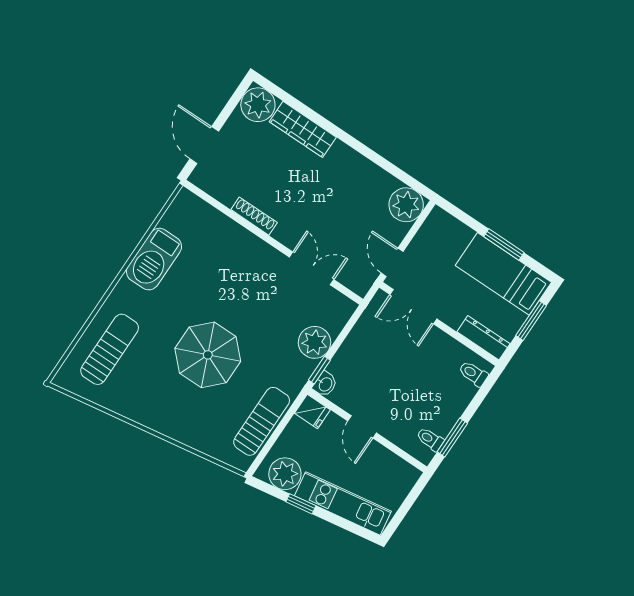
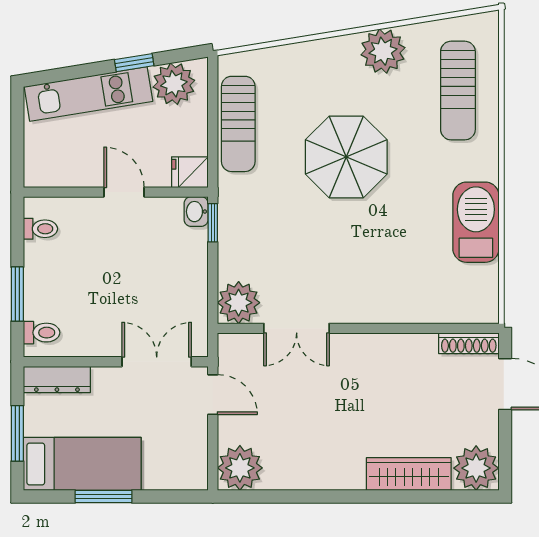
shoe rack: (254, 216) -> (469, 343), moved
plant: (315, 342) -> (239, 303), moved
plant: (140, 406) -> (383, 51), added
window: (452, 438) -> (17, 294), moved

